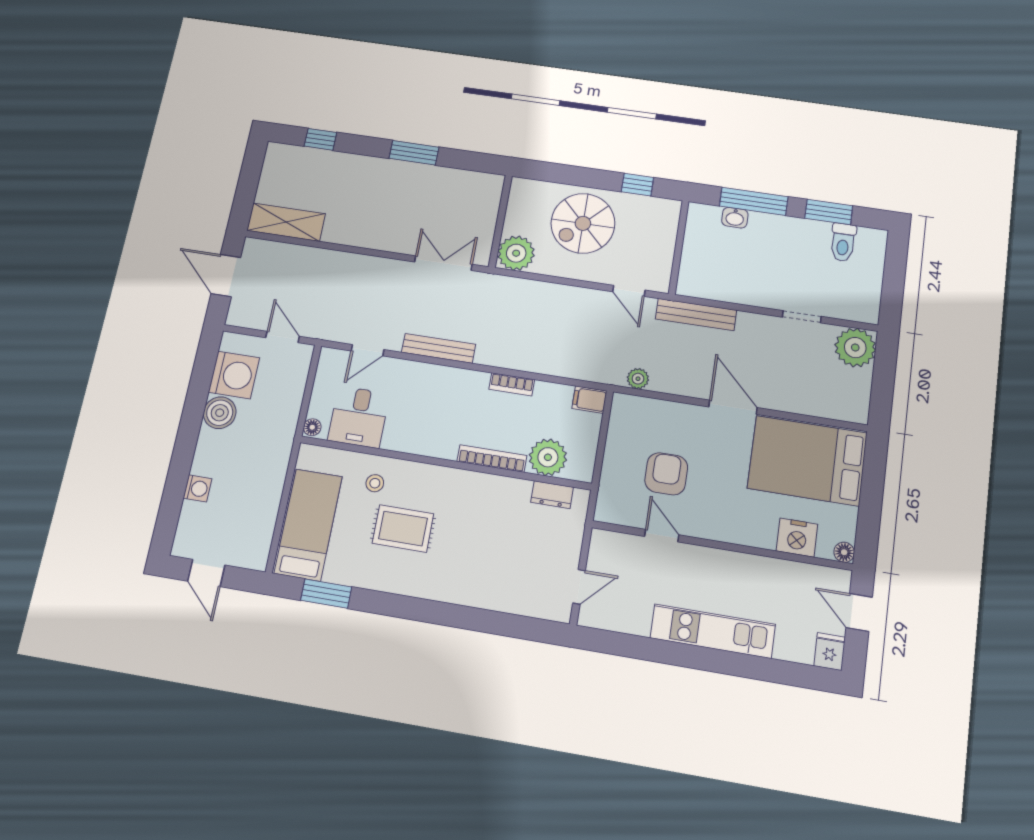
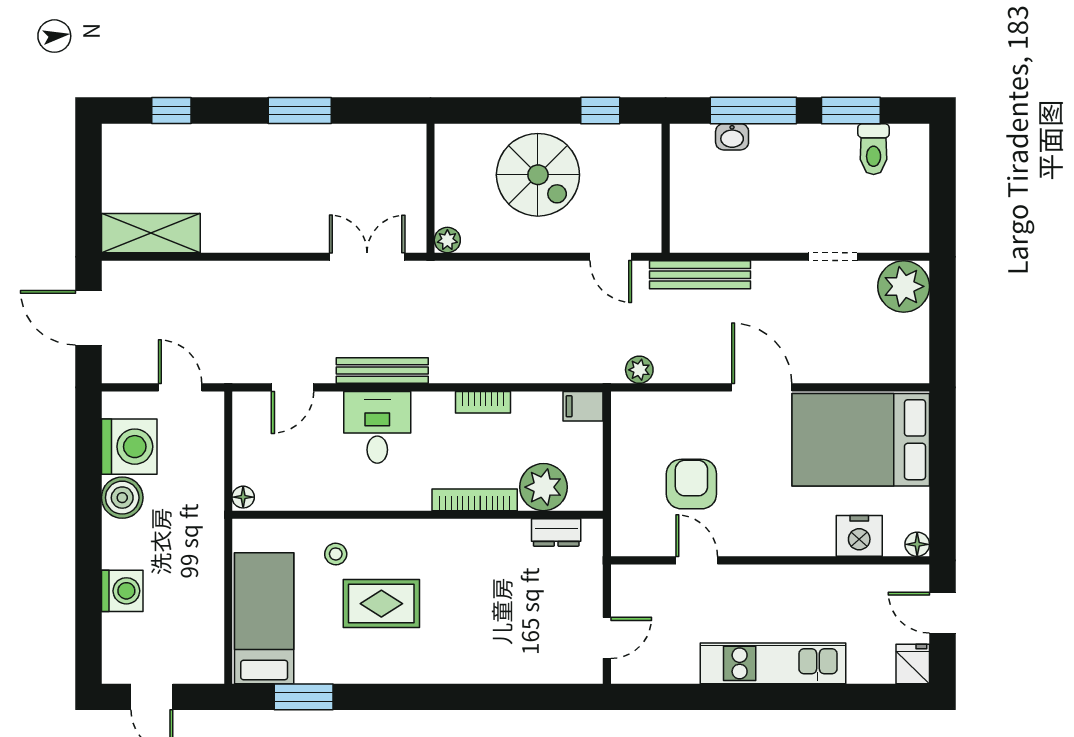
spiral stairs: (583, 223) -> (538, 175), turned -90
plant: (516, 253) -> (447, 240), width x0.53, depth x0.53
desk: (359, 417) -> (377, 427), moved, turned 180
washing machine: (197, 488) -> (122, 591), width x1.38, depth x1.38

